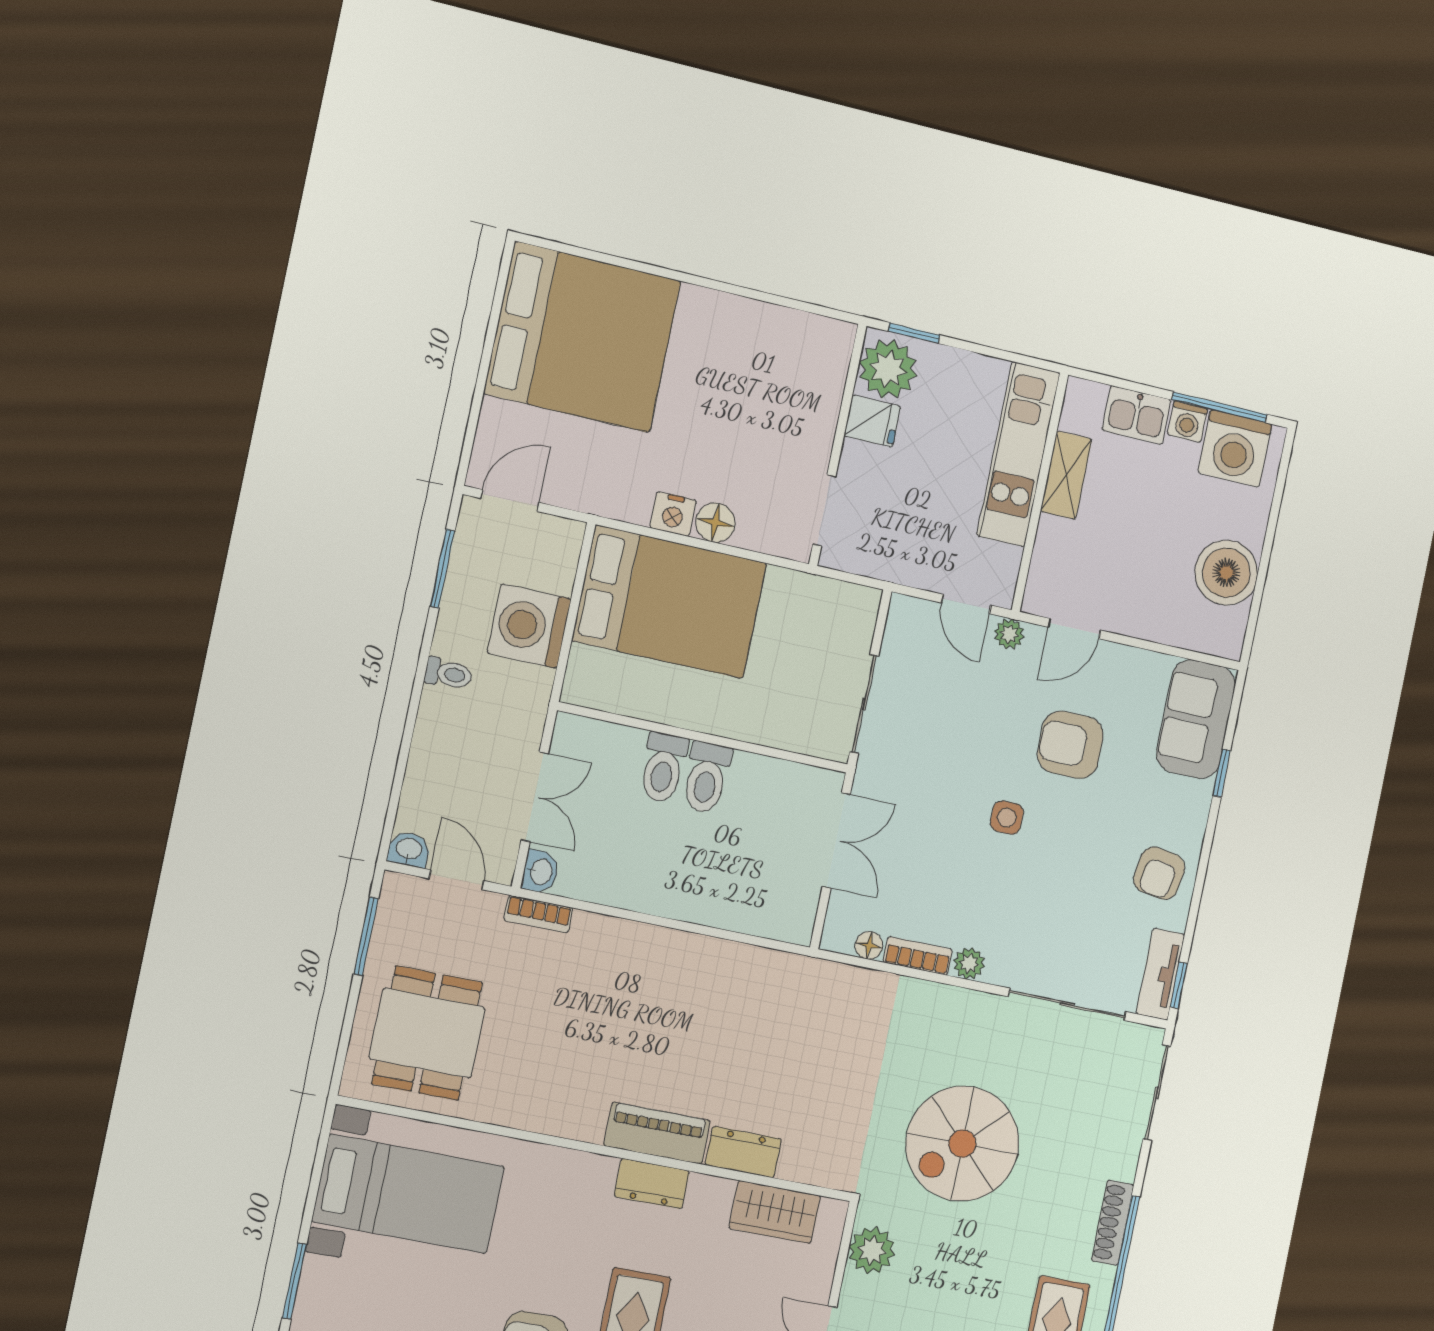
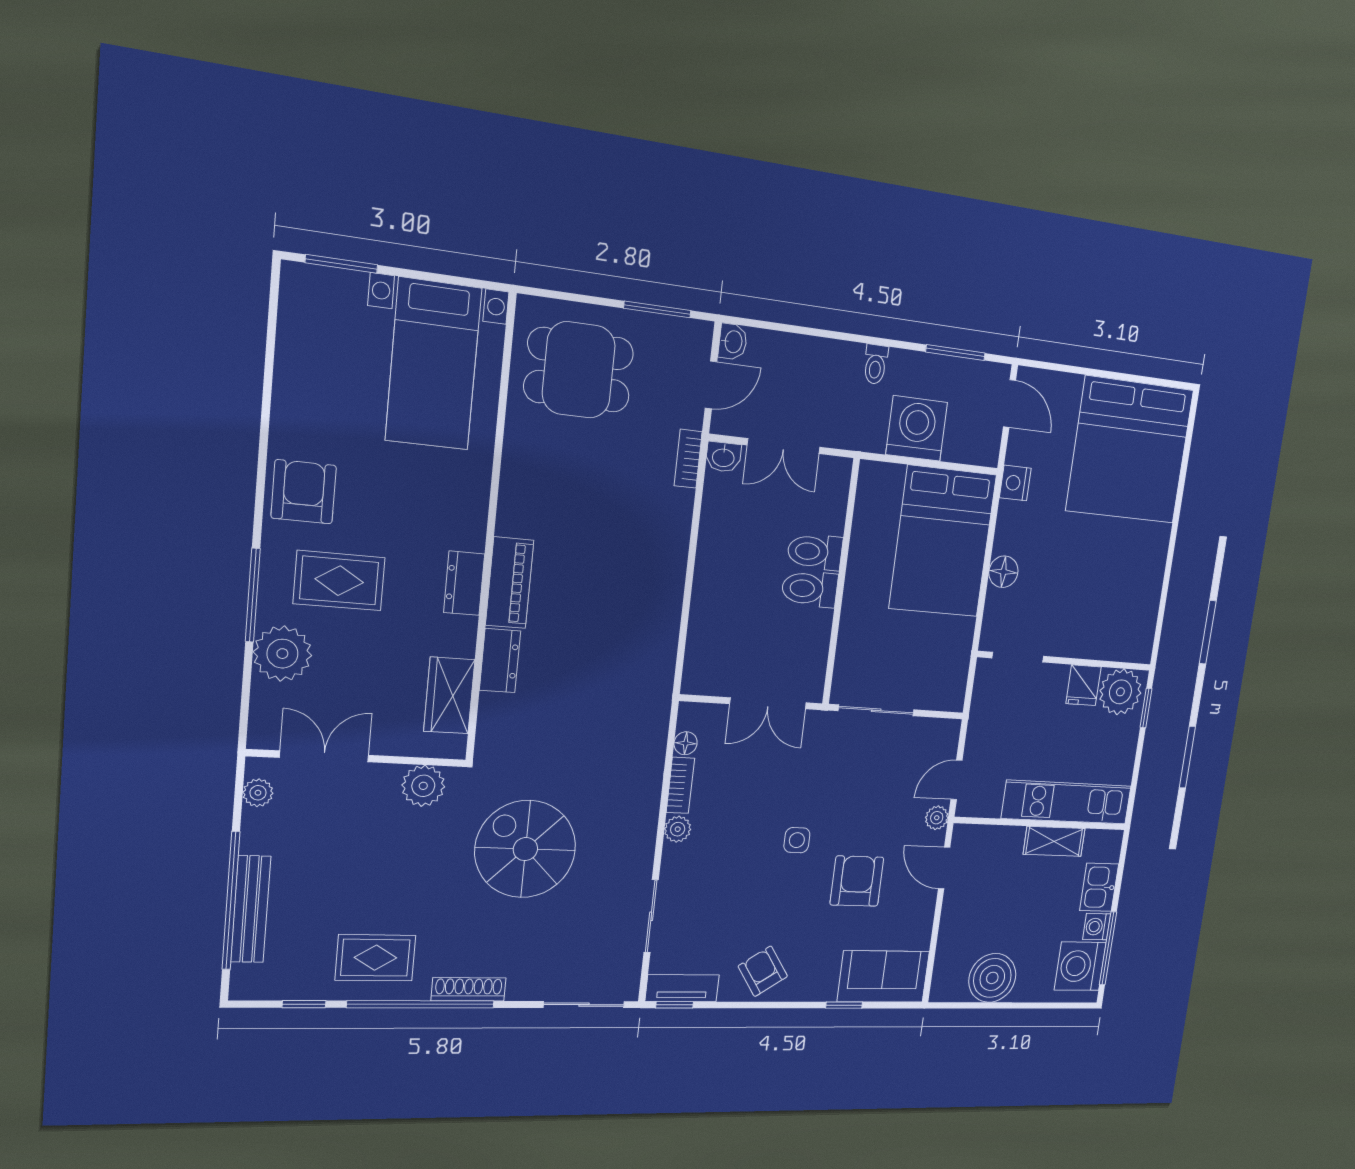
nightstand: (673, 514) -> (1015, 483), moved
armchair: (1159, 873) -> (763, 971), turned 47
sliding door: (1067, 1004) -> (651, 916), width x0.73

